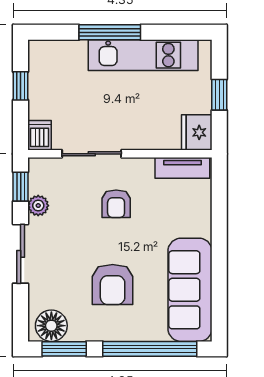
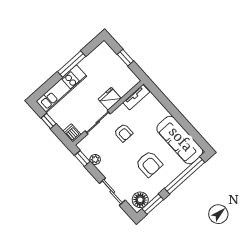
window: (110, 32) -> (72, 64), moved
kitchen unit: (143, 55) -> (61, 89), moved
fridge: (197, 132) -> (110, 99), moved, turned 90
sliding door: (21, 254) -> (112, 192), moved

